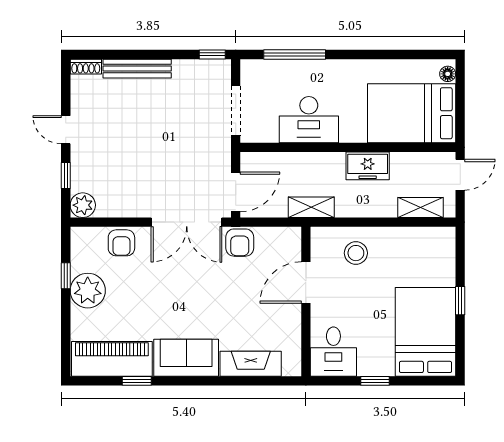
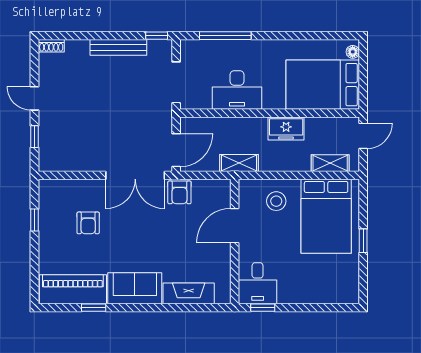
bench: (137, 69) -> (118, 47), moved
plant: (83, 205) -> (49, 161), removed
armchair: (121, 243) -> (88, 223), moved
plant: (88, 291) -> (53, 232), removed
bed: (426, 332) -> (326, 216), moved, turned 180
window: (375, 381) -> (263, 308), moved

